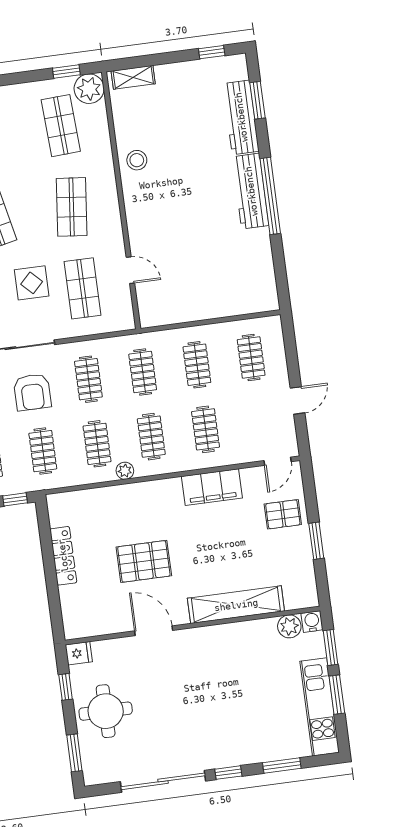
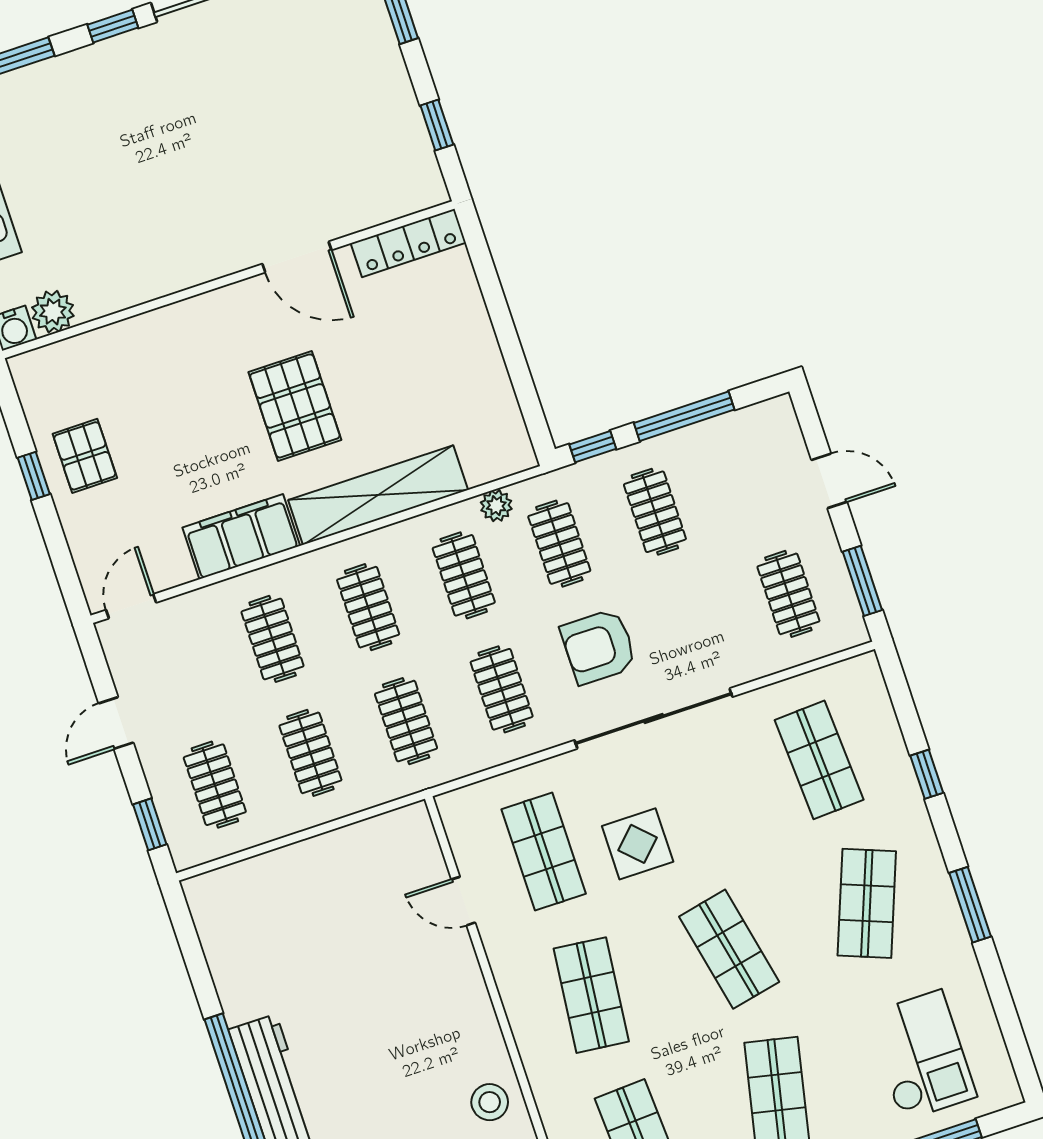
window: (290, 343) -> (150, 824), added
armchair: (32, 392) -> (599, 647), turned -90
plant: (125, 471) -> (496, 506), moved
pallet: (283, 514) -> (85, 456), moved, turned 90
window: (316, 541) -> (34, 476), width x0.67
locker: (63, 556) -> (408, 243), moved, turned -90
pallet: (144, 561) -> (295, 406), moved, turned 90
shelving: (236, 605) -> (378, 495), moved
fridge: (79, 653) -> (424, 190), removed
round table: (106, 711) -> (356, 95), removed

